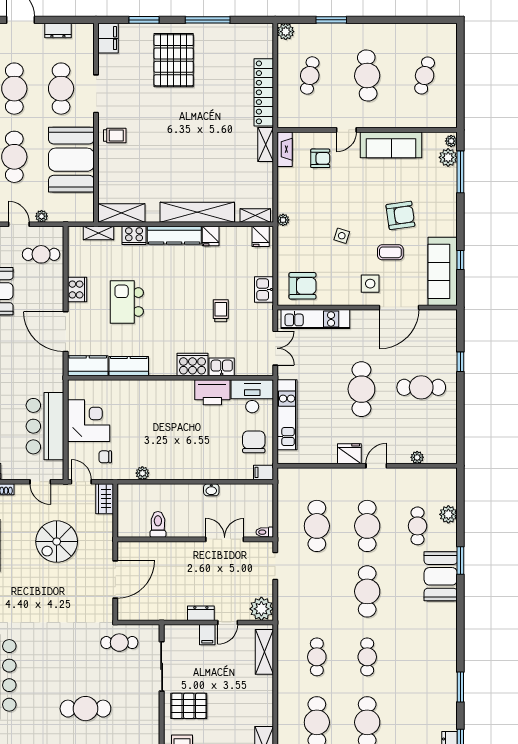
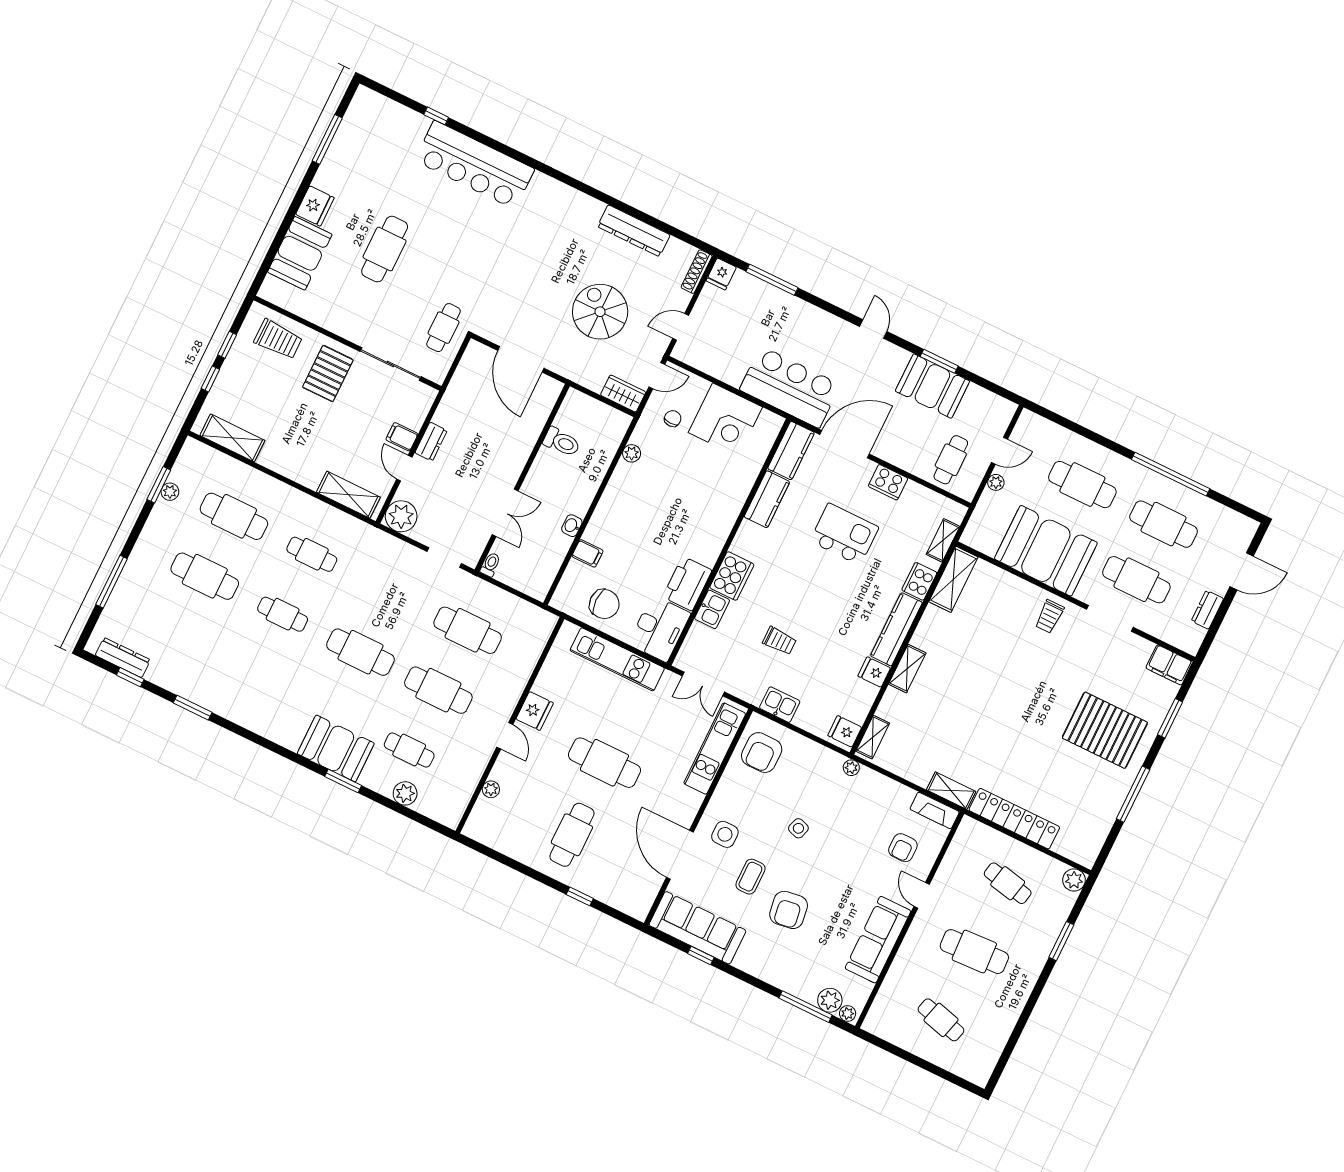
shelving: (197, 212) -> (907, 669), width x0.45, depth x0.75
bar counter: (45, 426) -> (790, 387), moved
filing cabinet: (263, 472) -> (587, 553), moved, turned 90

